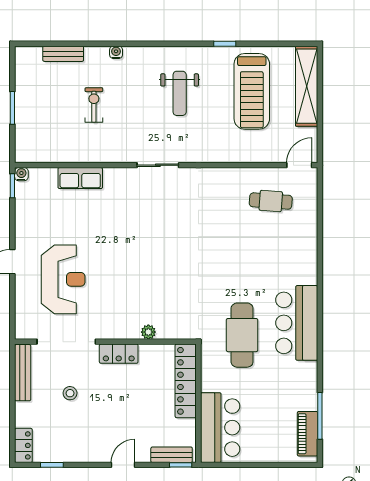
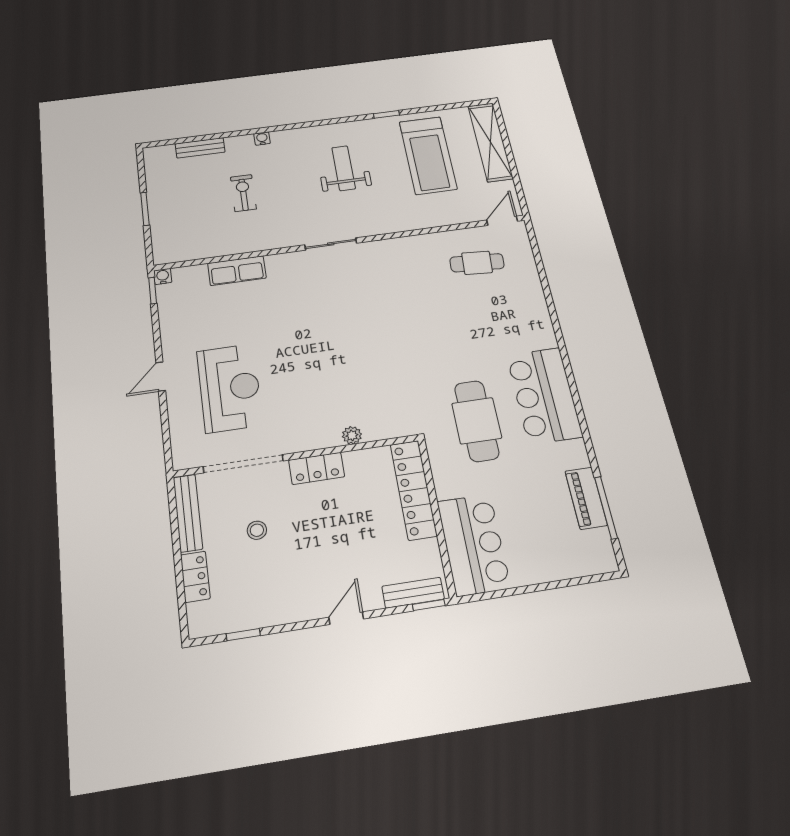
weight bench: (180, 93) -> (344, 168), turned 180
piano: (308, 434) -> (586, 498), moved
locker: (23, 445) -> (195, 577), moved

